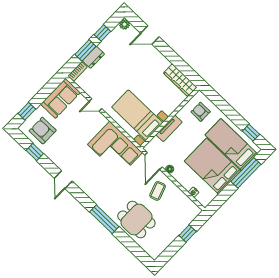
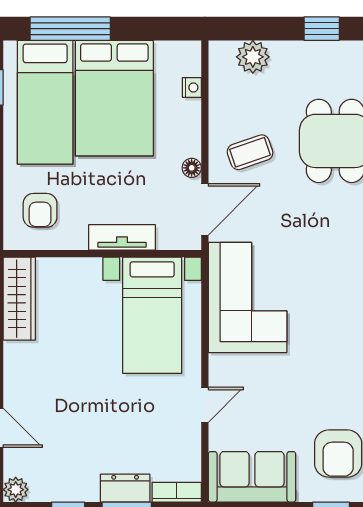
door: (95, 105) -> (205, 405), hinge flipped
plant: (185, 219) -> (253, 57), added
window: (188, 233) -> (322, 29), moved

